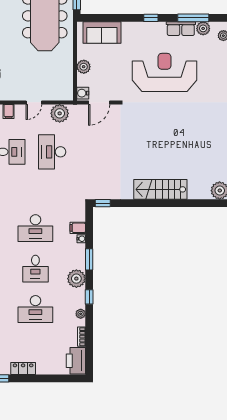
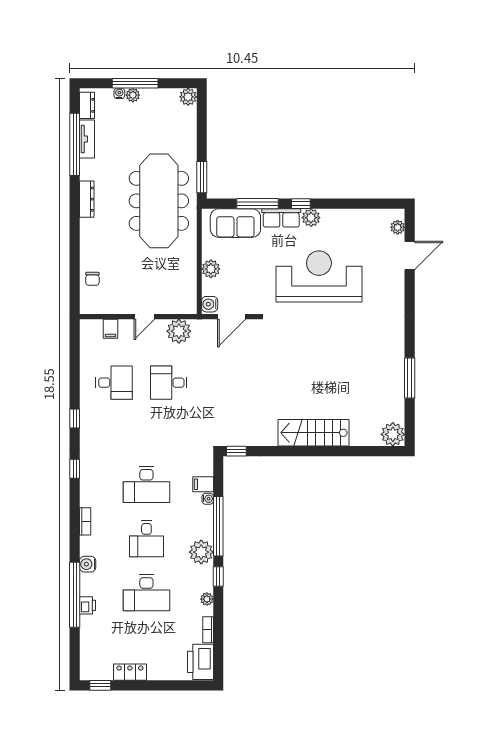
window: (193, 18) -> (258, 204), moved
plant: (203, 28) -> (311, 218), moved
row of seats: (181, 29) -> (281, 218), moved
desk: (52, 152) -> (169, 383), width x0.73
window: (89, 259) -> (218, 526), width x2.11

